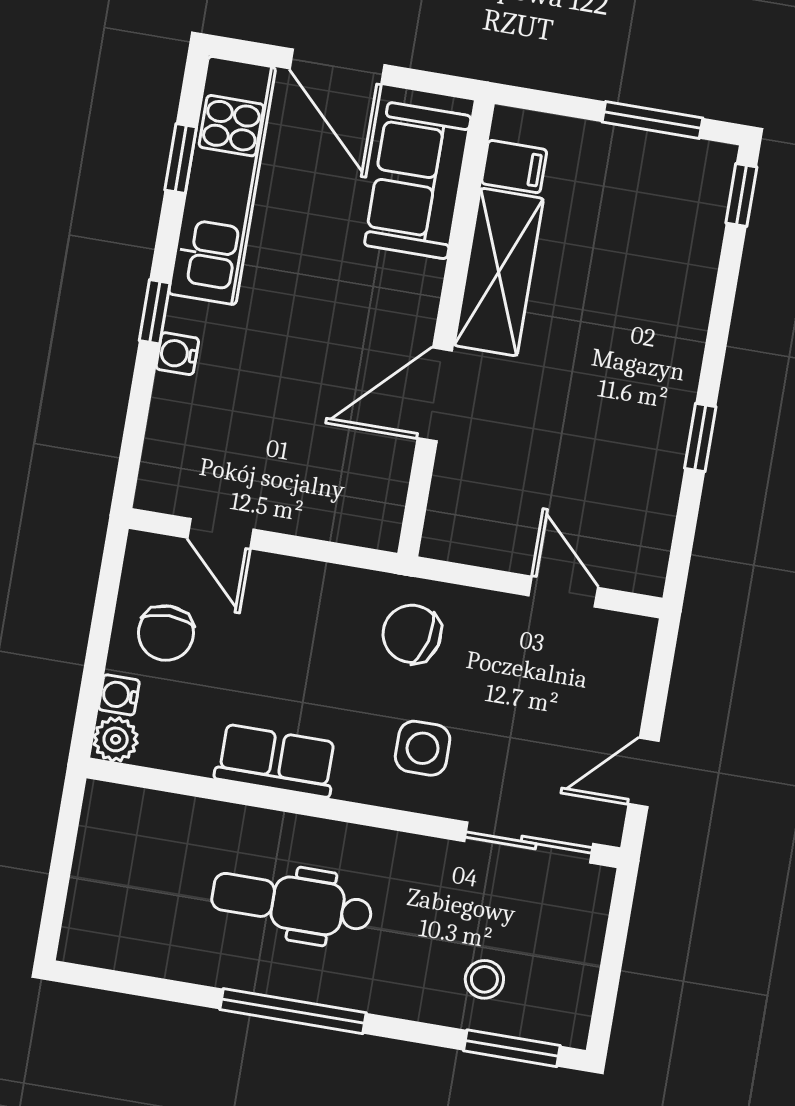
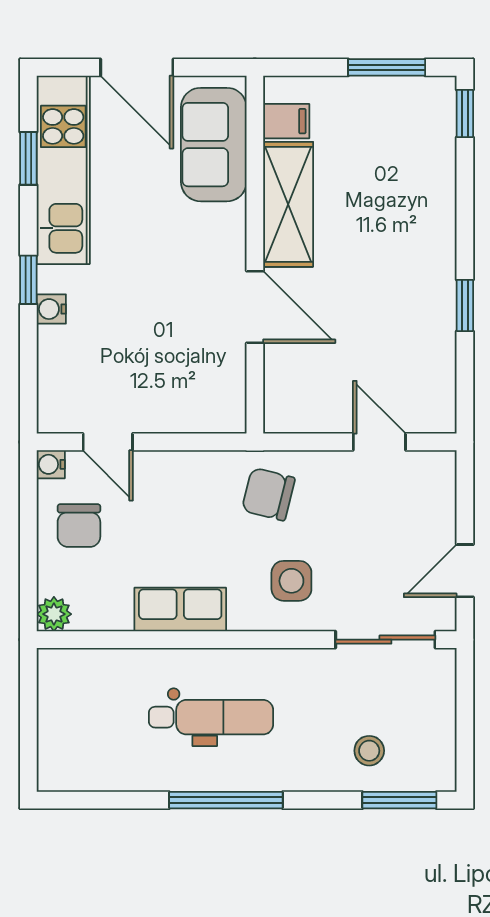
door: (435, 395) -> (255, 307), swing flipped
water cooler: (119, 695) -> (51, 464), moved
dental chair: (292, 903) -> (211, 717), turned 180

